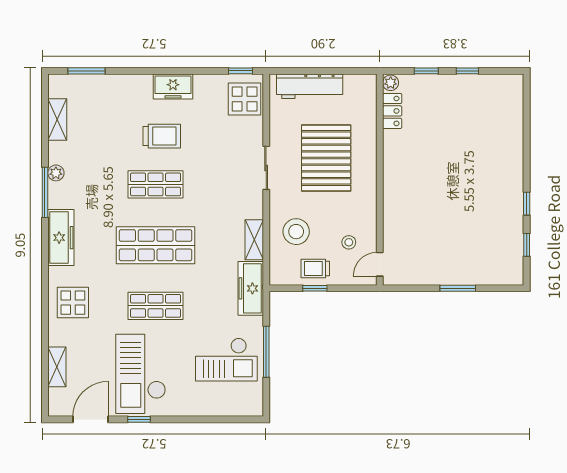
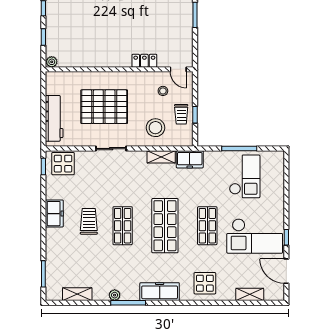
locker: (392, 111) -> (144, 61), moved
freezer: (251, 288) -> (190, 159), width x0.71

